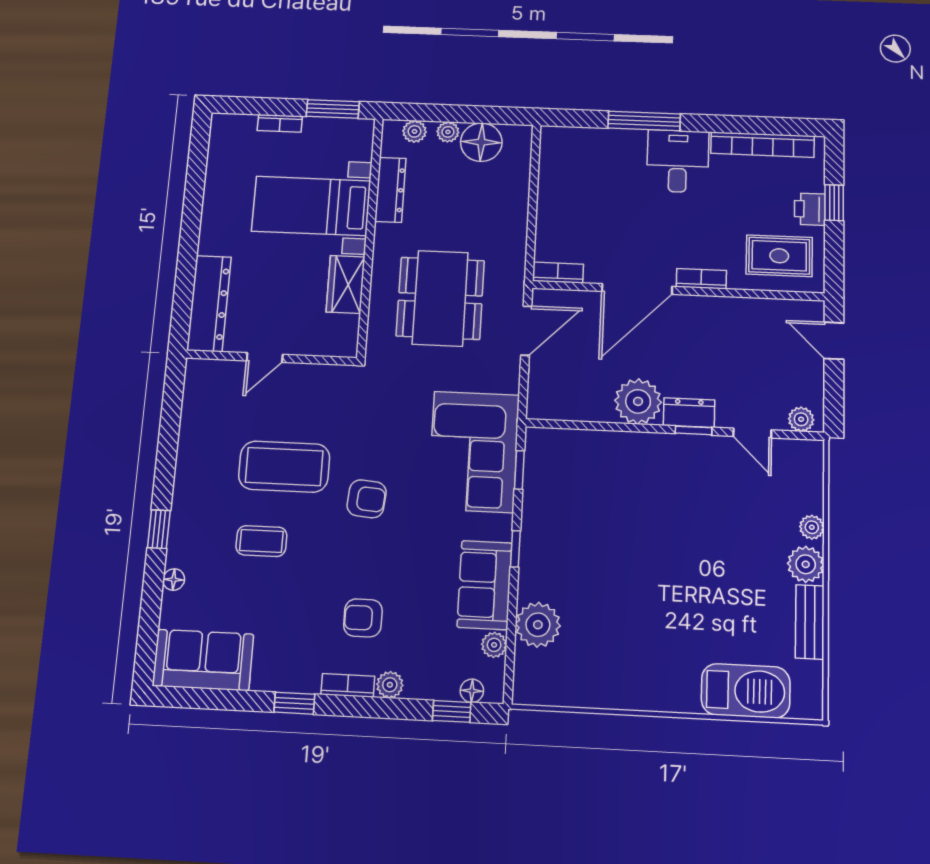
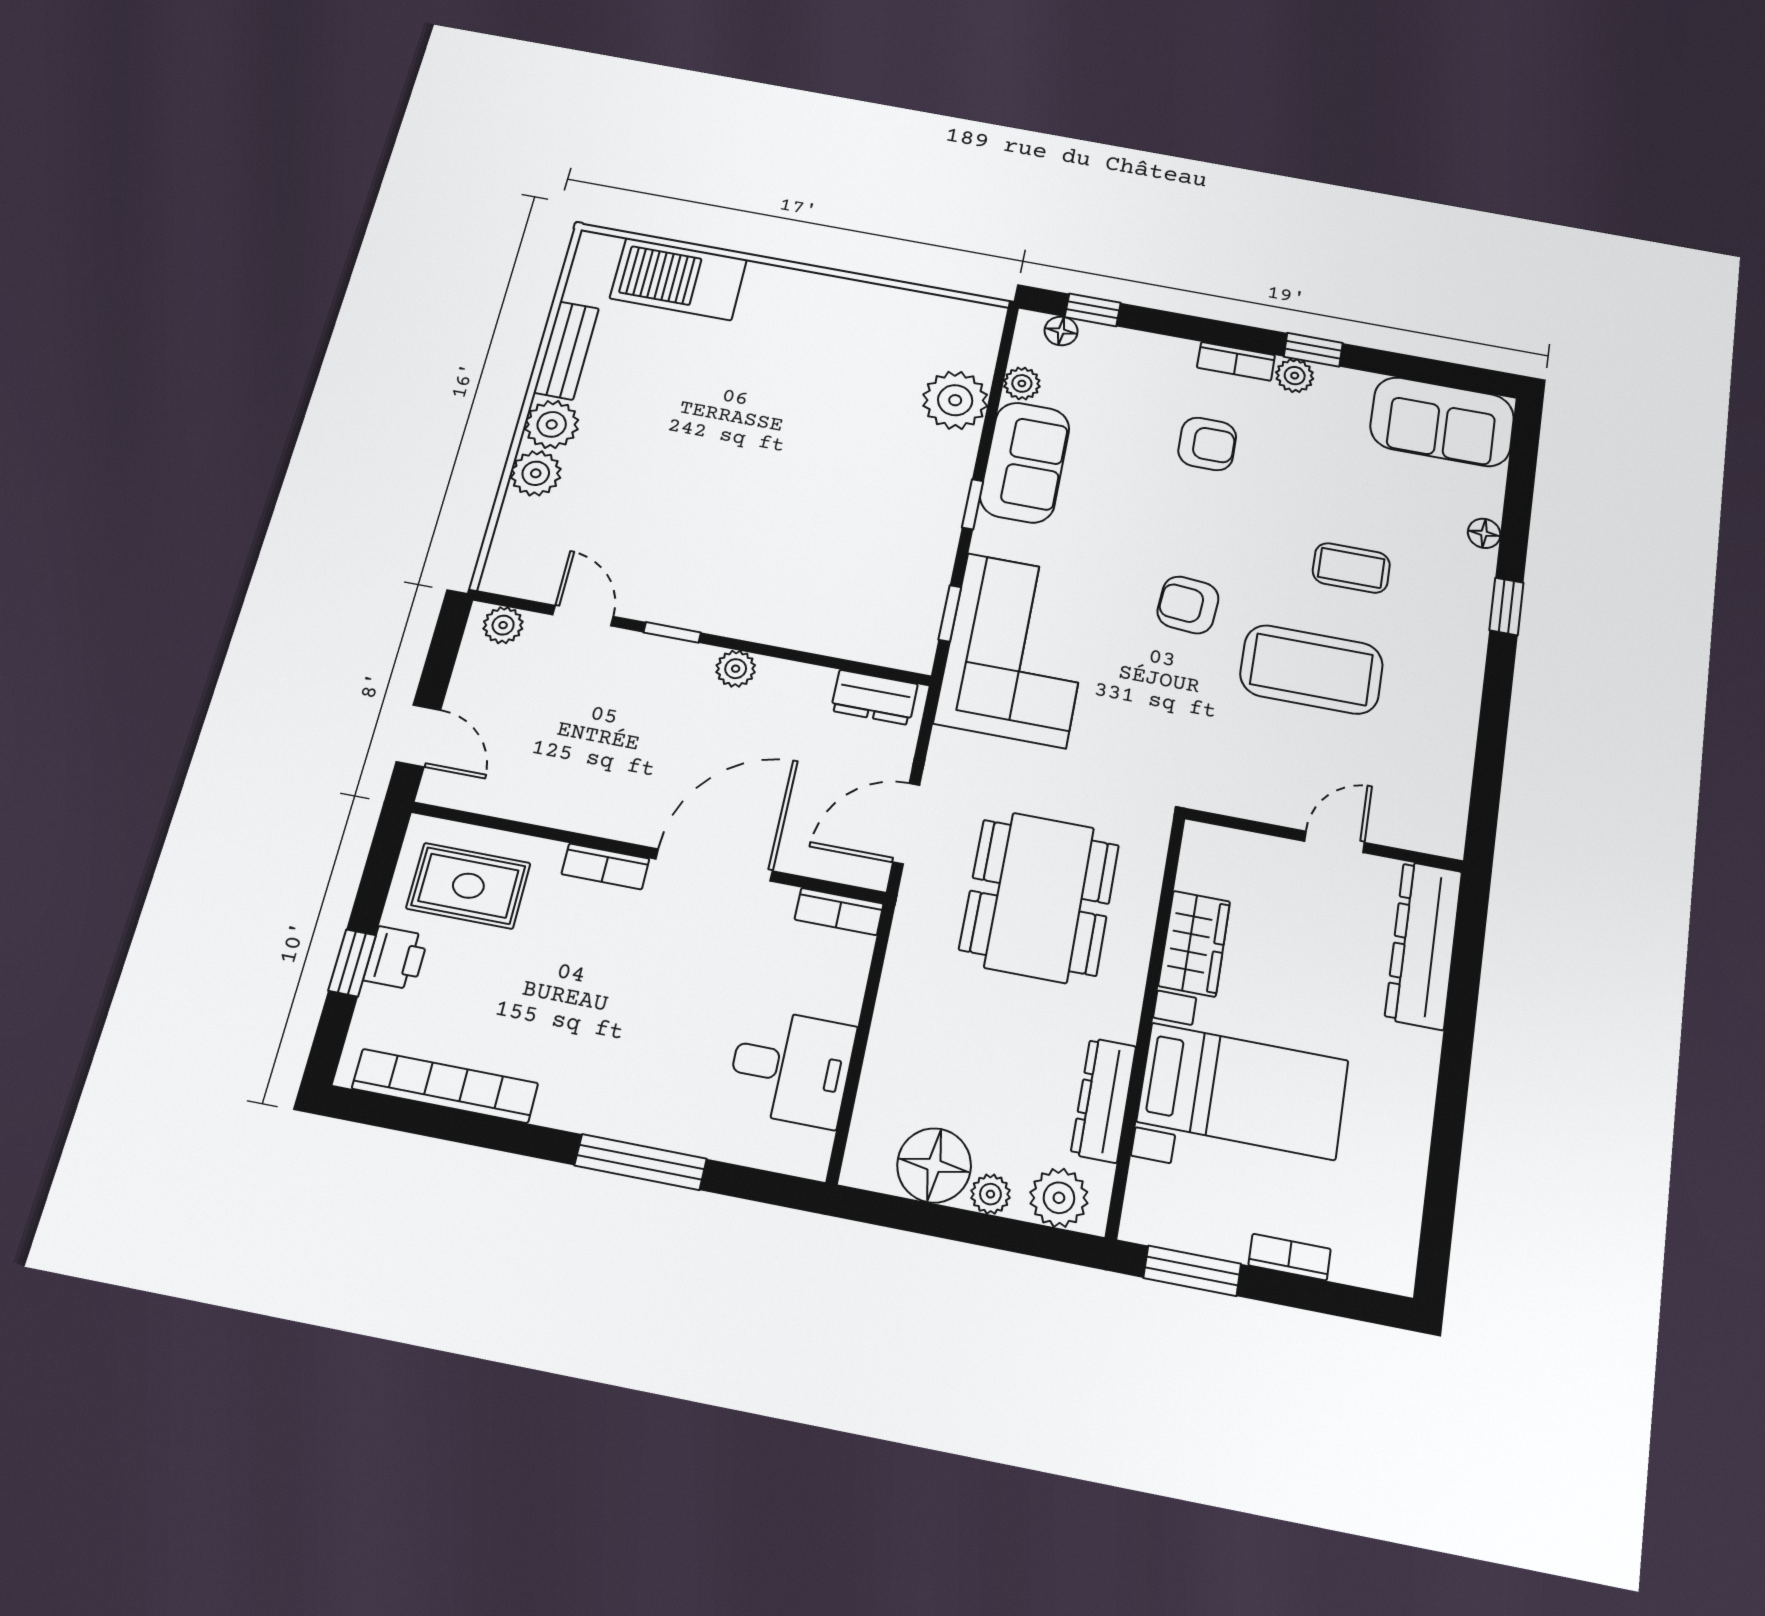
plant: (414, 131) -> (1059, 1198), width x1.38, depth x1.38
desk: (678, 161) -> (791, 1067), moved, turned -90
plant: (638, 401) -> (736, 669), width x0.53, depth x0.53
dresser: (689, 413) -> (874, 697), moved
plant: (812, 527) -> (536, 473), width x1.38, depth x1.38
plant: (390, 685) -> (1295, 376), moved

